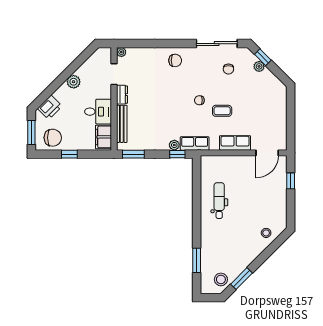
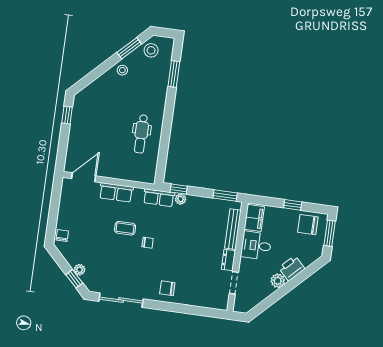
plant: (121, 52) -> (223, 305), removed
chair: (228, 69) -> (62, 235), moved
printer: (50, 107) -> (292, 268), moved
window: (291, 181) -> (67, 115), moved
stool: (266, 233) -> (122, 70), moved

